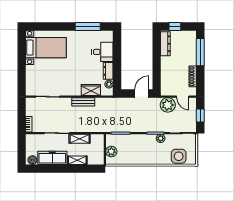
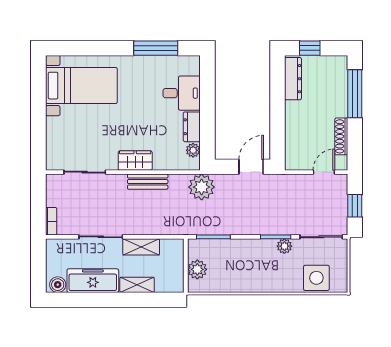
wardrobe: (91, 90) -> (135, 161), moved
door: (183, 97) -> (324, 172), swing flipped
plant: (168, 105) -> (202, 187), moved

